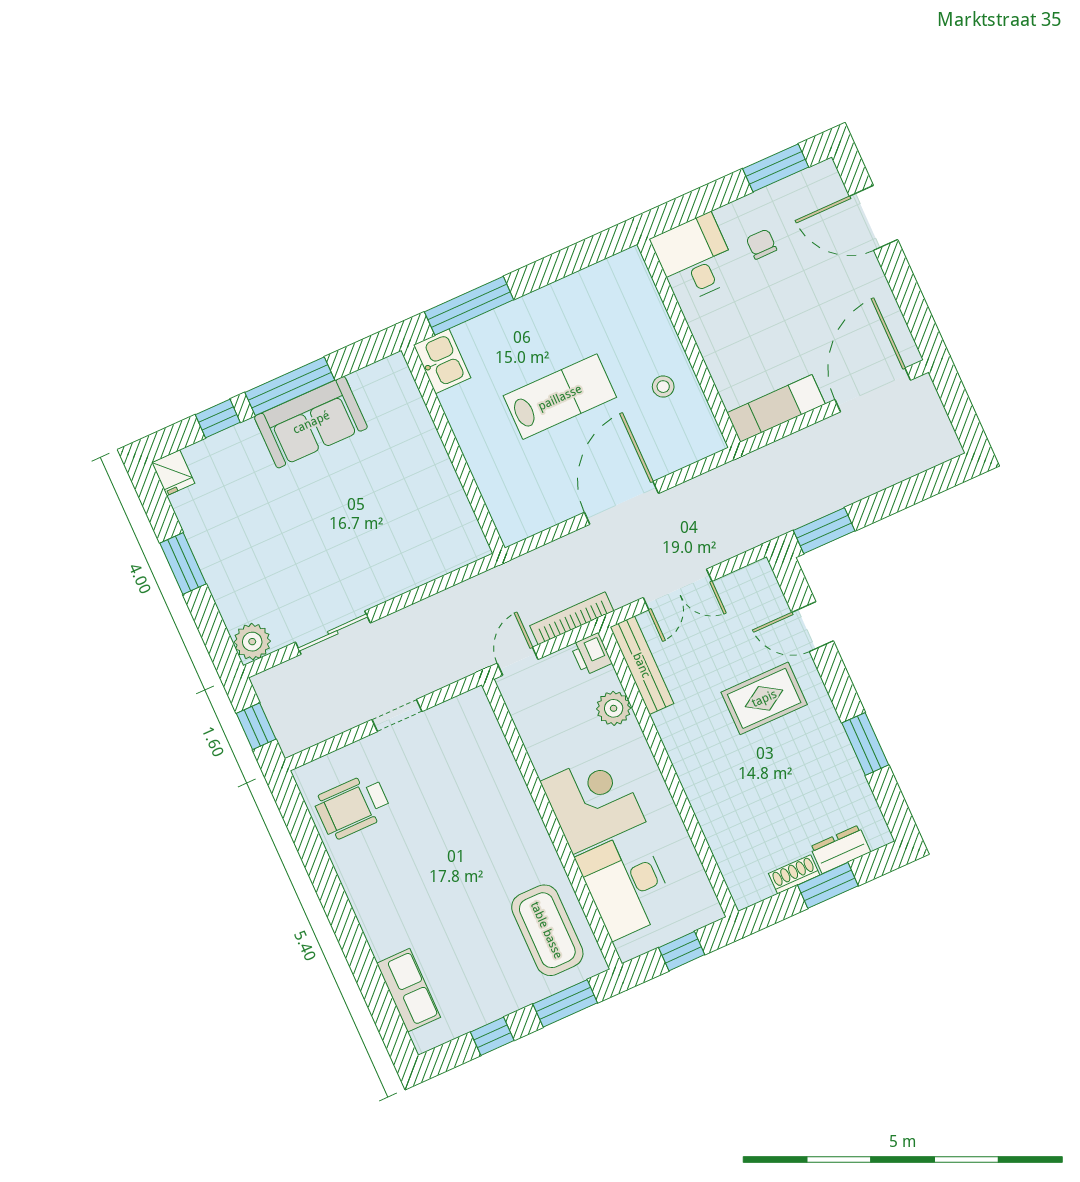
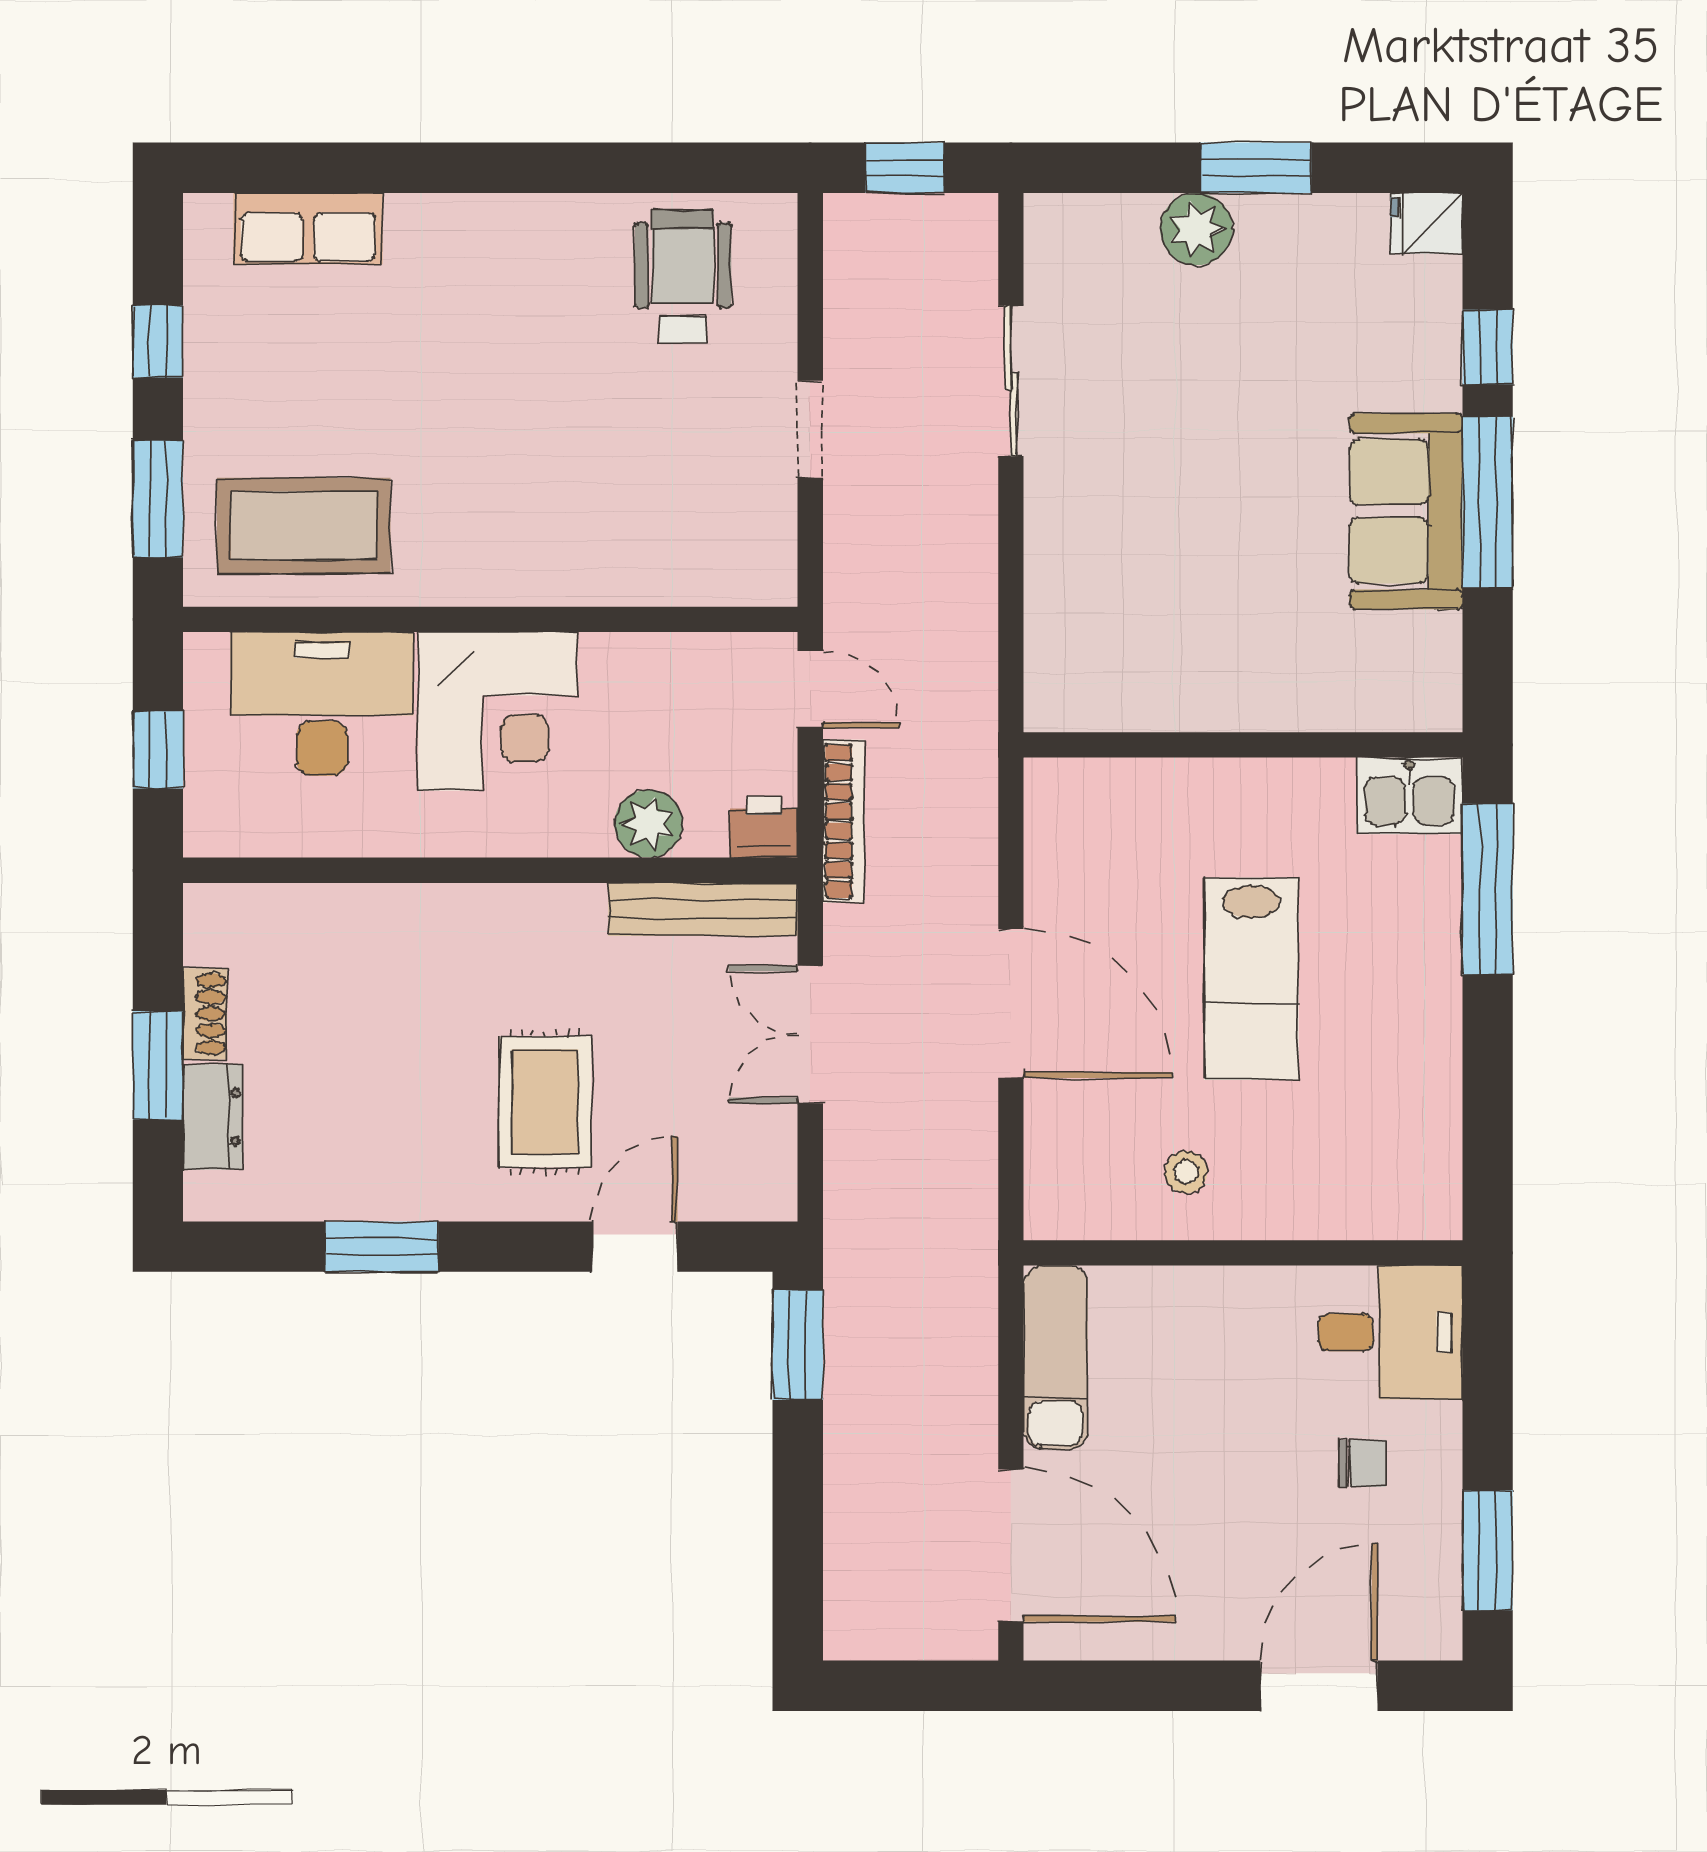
plant: (252, 642) -> (1196, 229), moved

